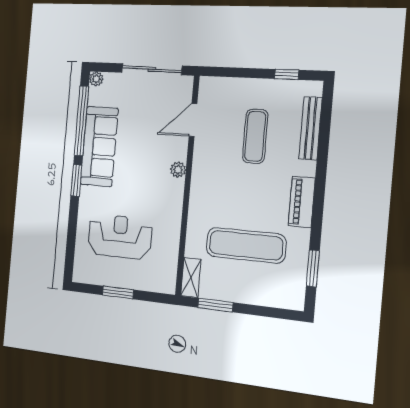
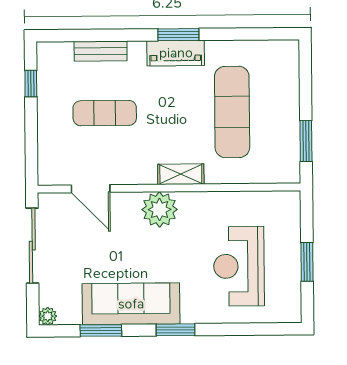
window: (81, 121) -> (101, 330), width x0.47
bench: (310, 128) -> (101, 51), width x0.73
plant: (178, 170) -> (160, 209), width x1.88, depth x1.88
window: (313, 268) -> (178, 35), moved
shelving: (191, 278) -> (181, 174), moved

